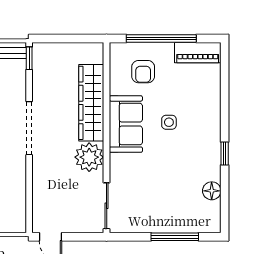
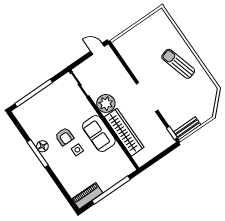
armchair: (143, 72) -> (65, 137), moved, turned 180
window: (225, 153) -> (38, 154), width x2.17
floor lamp: (212, 191) -> (42, 146), moved
window: (175, 237) -> (34, 93), width x1.46

